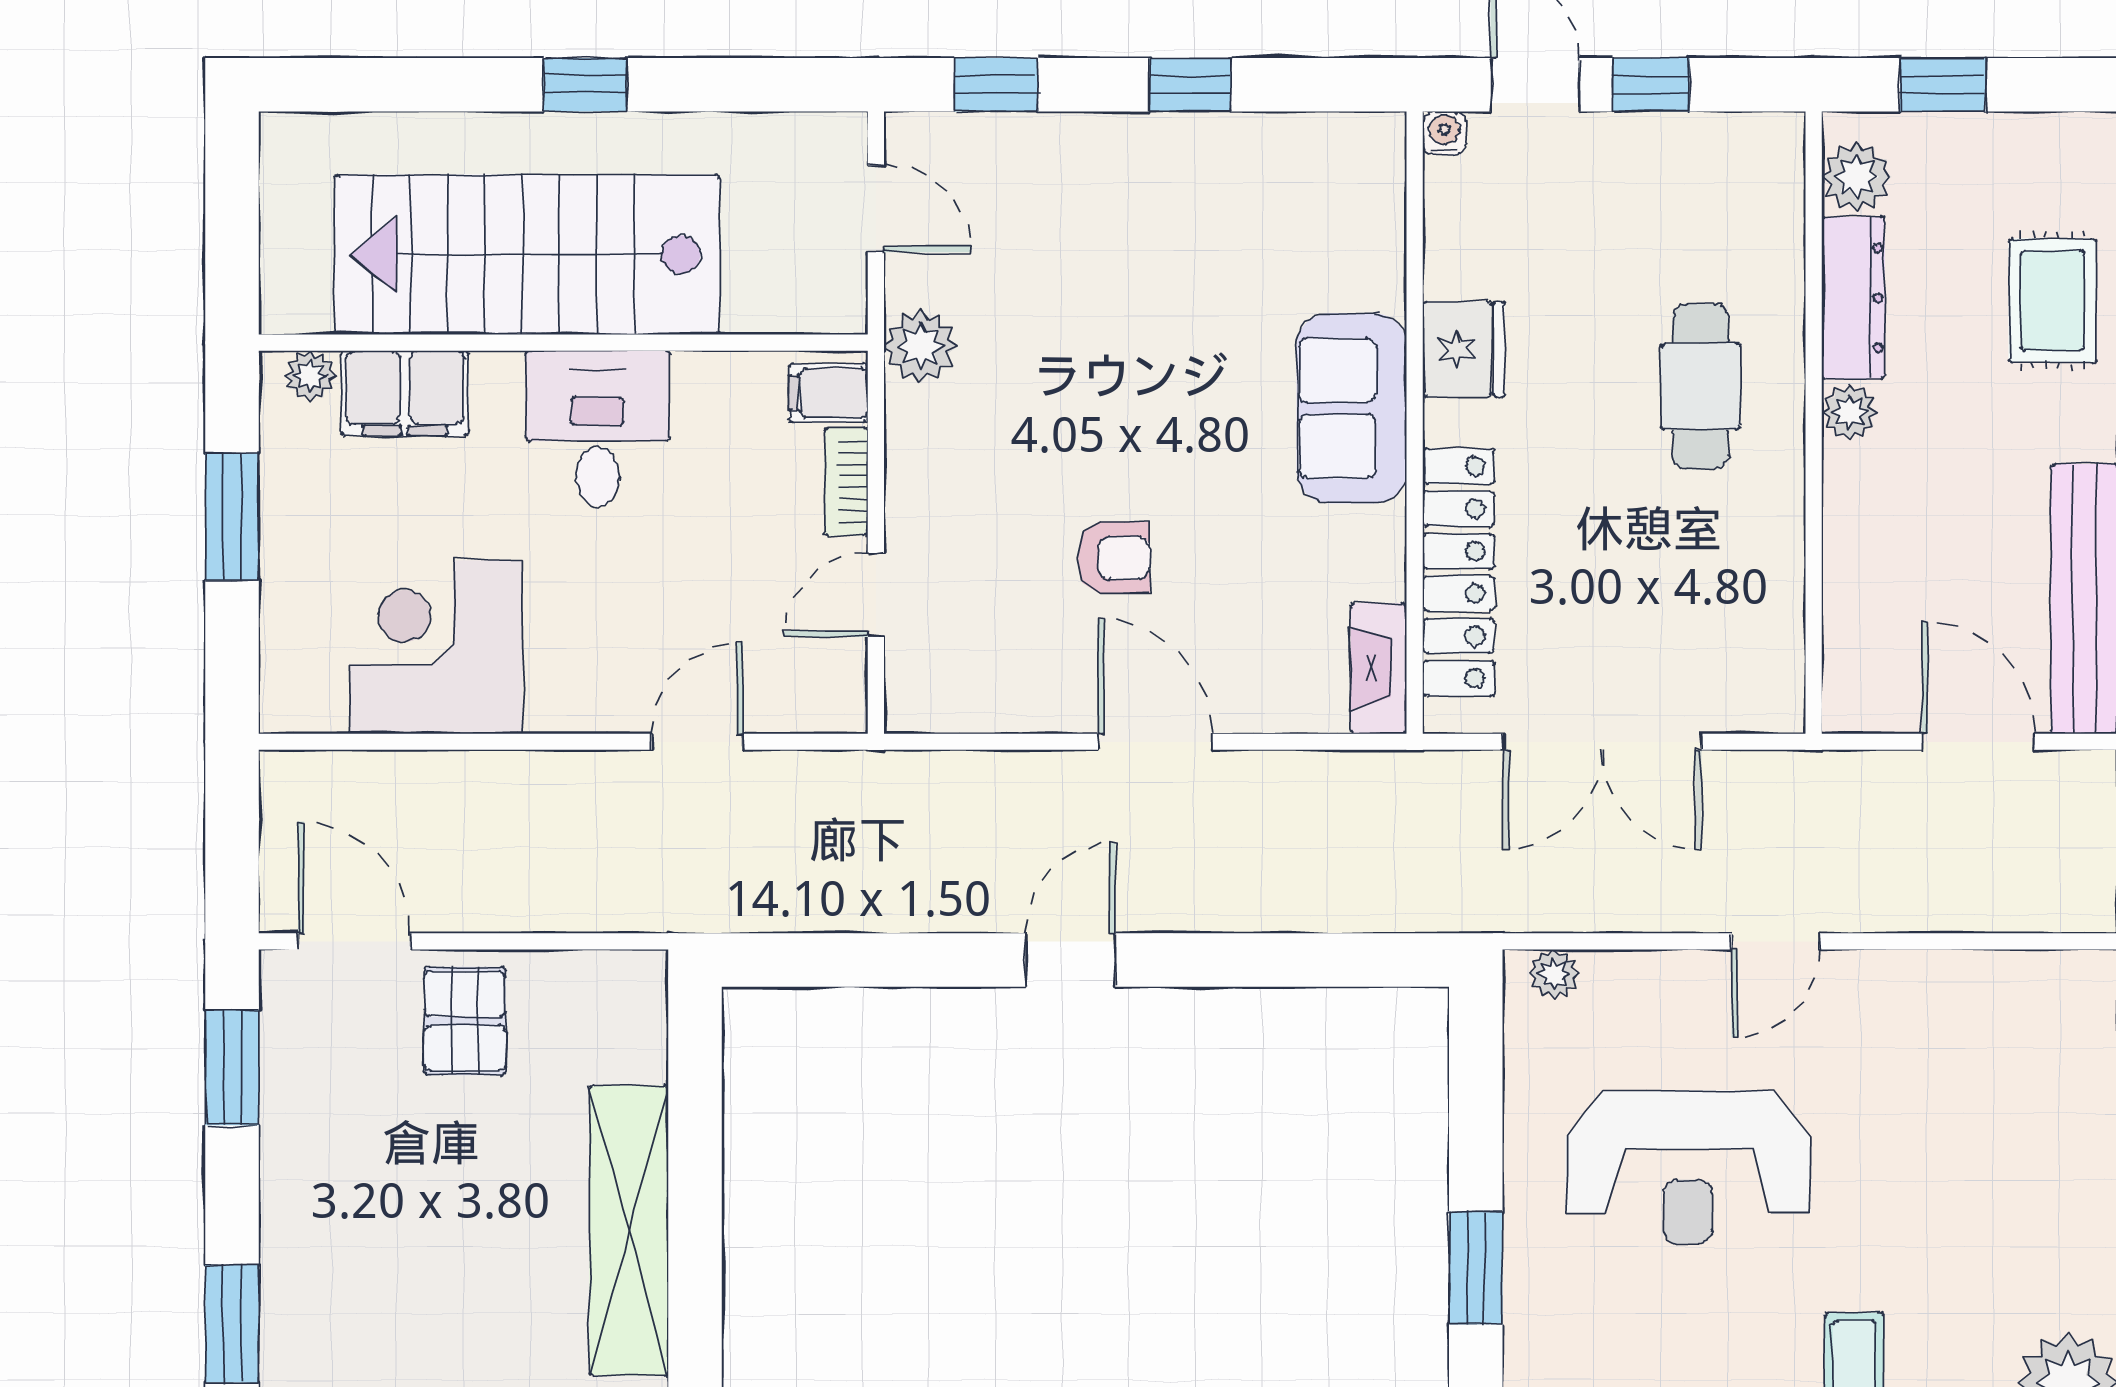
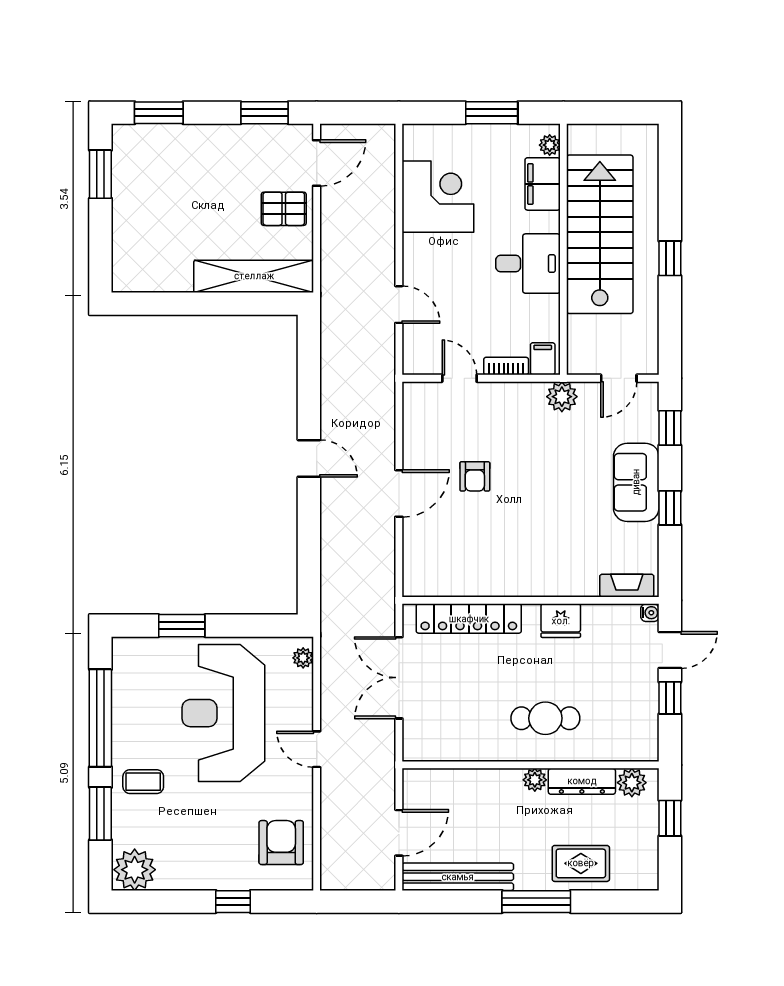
sofa: (1352, 408) -> (636, 482), moved, turned -90
fireplace: (1379, 668) -> (627, 586), moved
armchair: (2002, 1027) -> (281, 843), added
reception desk: (1688, 1167) -> (223, 713), width x1.36, depth x1.30
shelving: (629, 1231) -> (254, 276), moved

